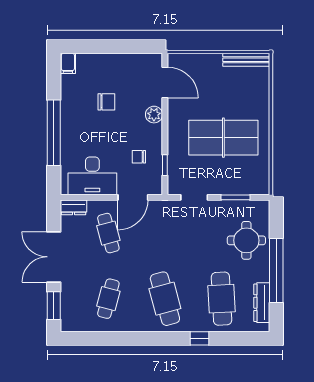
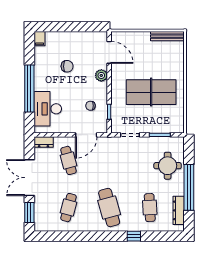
desk: (92, 176) -> (48, 109), moved, turned 90
cafe table: (221, 299) -> (150, 208), width x0.73, depth x0.74

